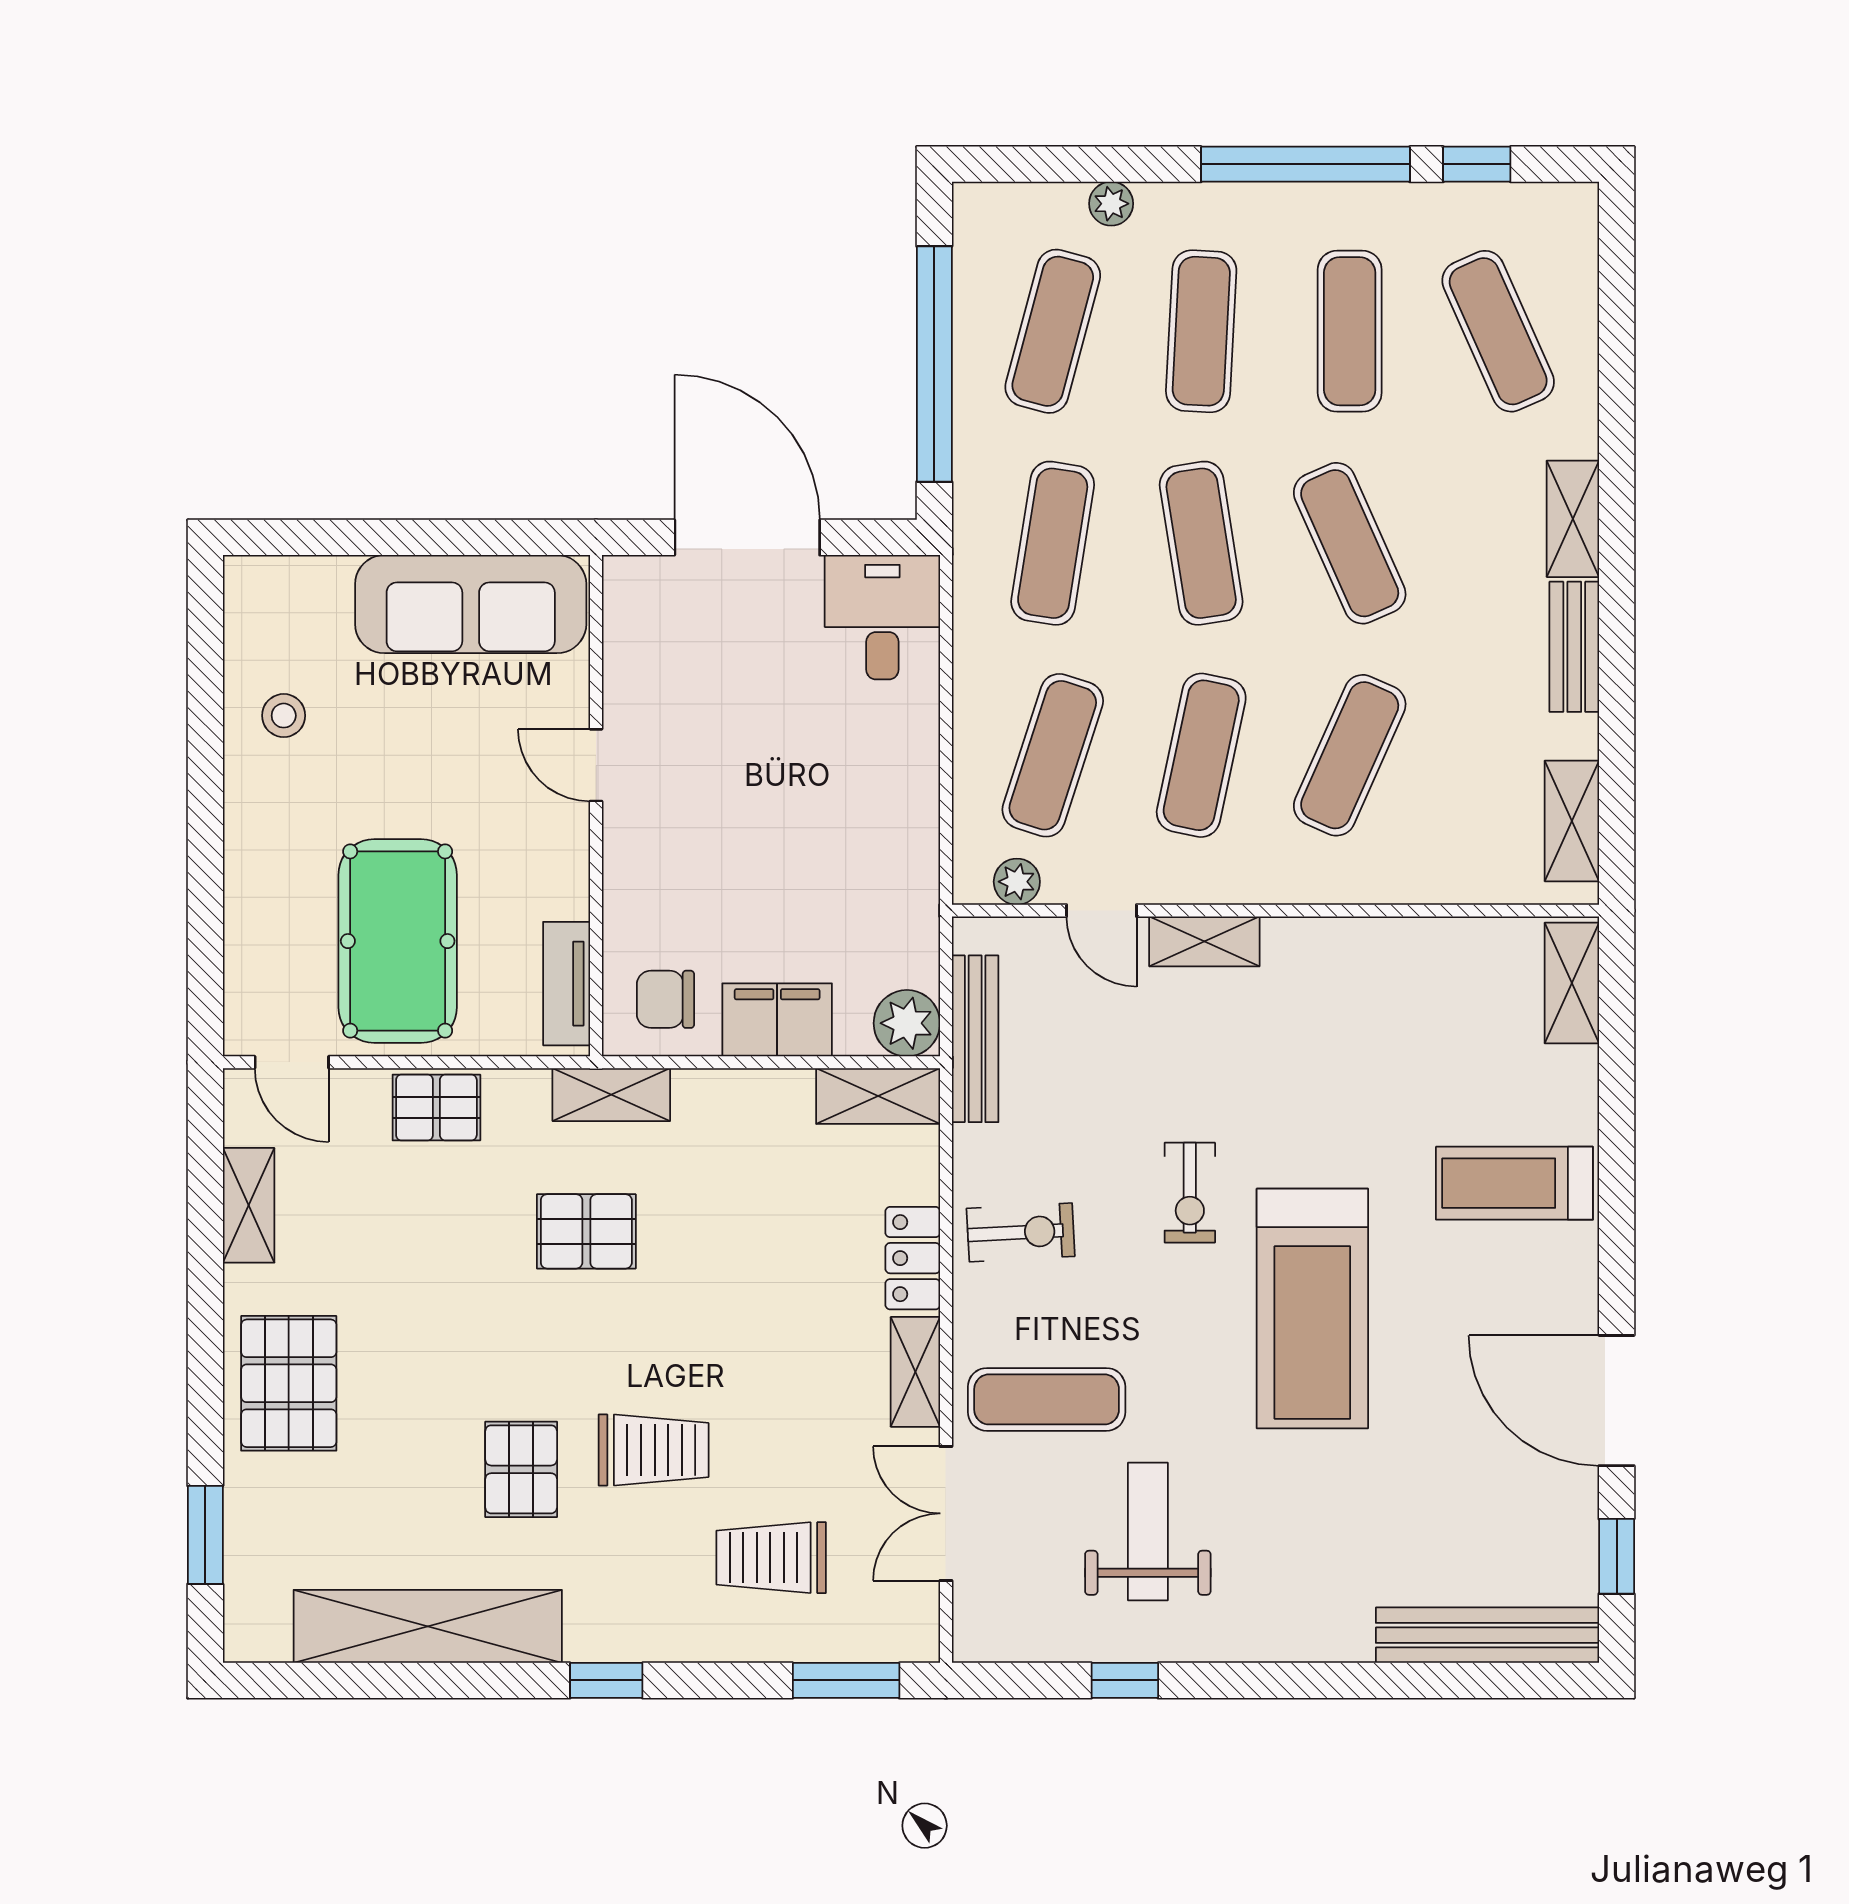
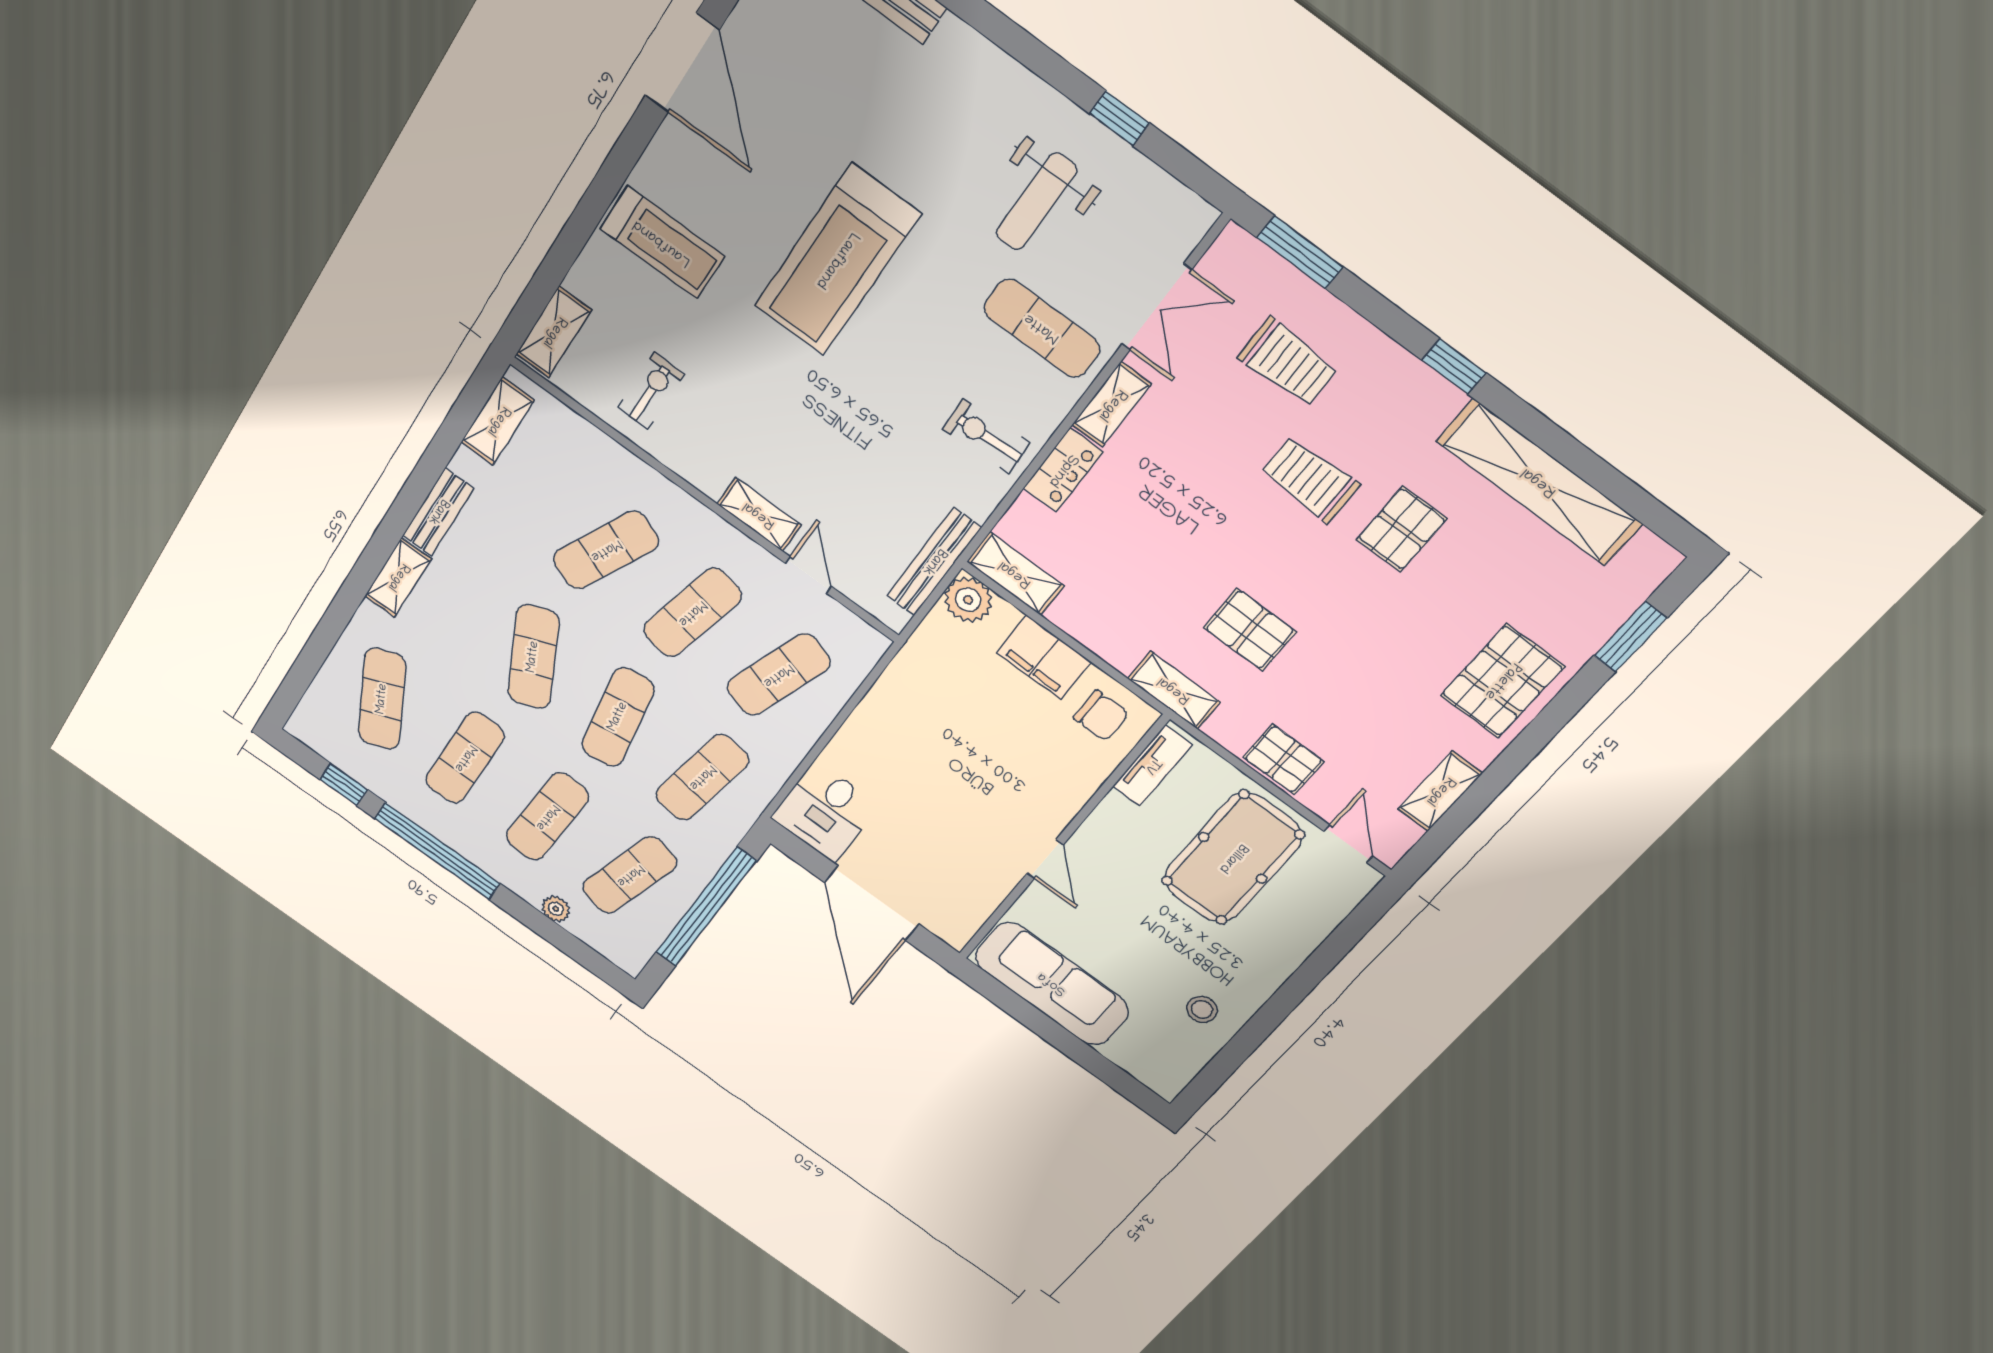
plant: (1017, 882) -> (847, 626), removed
exercise bike: (1190, 1193) -> (651, 391), moved
treadmill: (1312, 1309) -> (837, 260), turned 180

